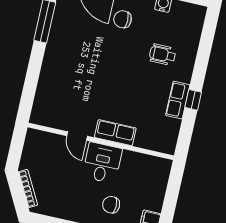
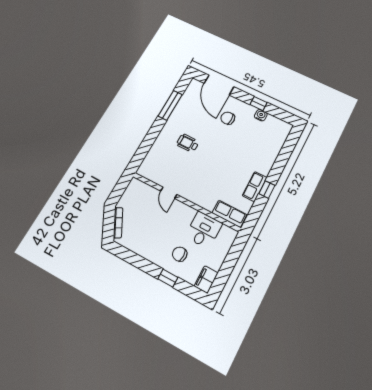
wheelchair: (163, 55) -> (188, 143), moved
row of seats: (115, 133) -> (229, 214), moved
desk: (102, 163) -> (204, 230), moved

